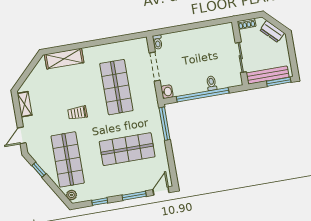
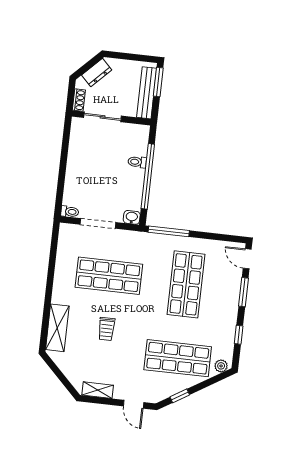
sliding door: (241, 57) -> (103, 117), moved
trolley: (78, 113) -> (106, 329), moved

